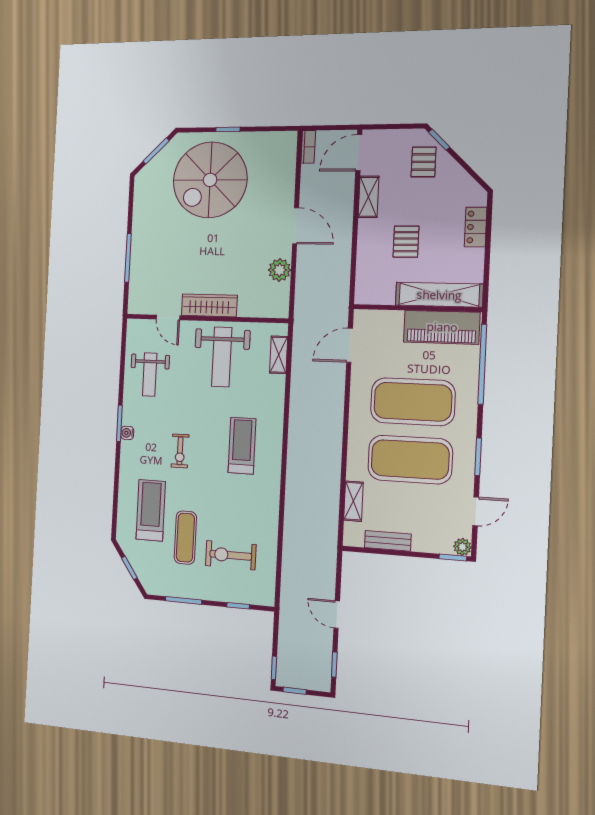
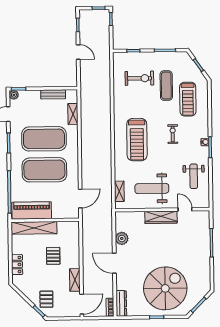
dresser: (288, 154) -> (121, 303), added
weight bench: (222, 357) -> (152, 188), turned -90
weight bench: (150, 375) -> (194, 176), turned 180
treadmill: (242, 446) -> (137, 140), width x1.37, depth x1.38

